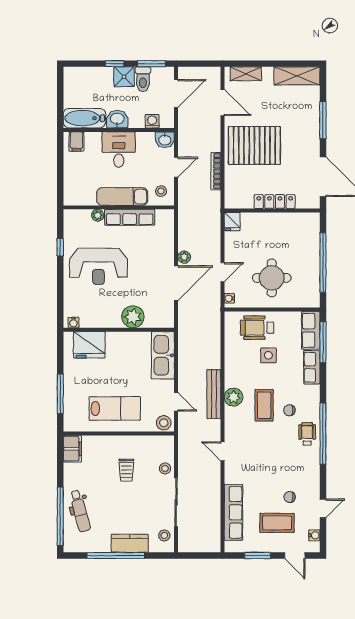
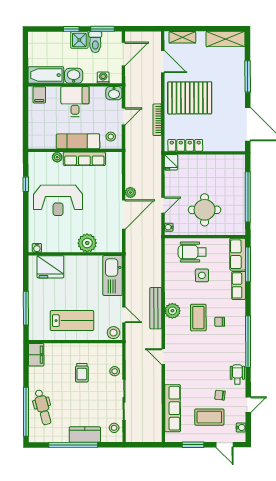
locker: (275, 202) -> (185, 145), moved
wheelchair: (307, 434) -> (237, 374), moved

